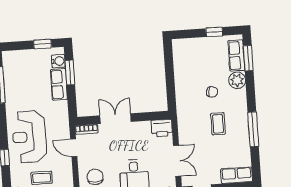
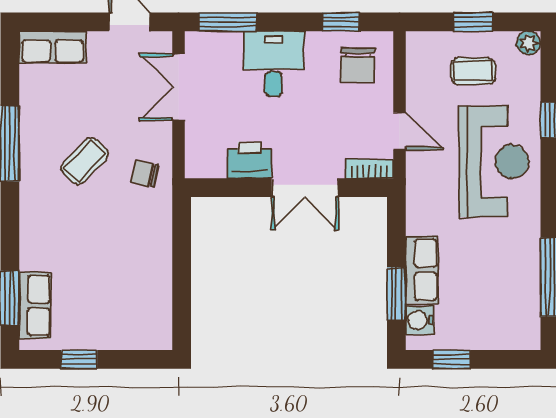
plant: (237, 80) -> (37, 252), removed
chair: (212, 92) -> (145, 174), moved
coffee table: (218, 124) -> (85, 161), turned 44
printer: (162, 128) -> (249, 160), moved

